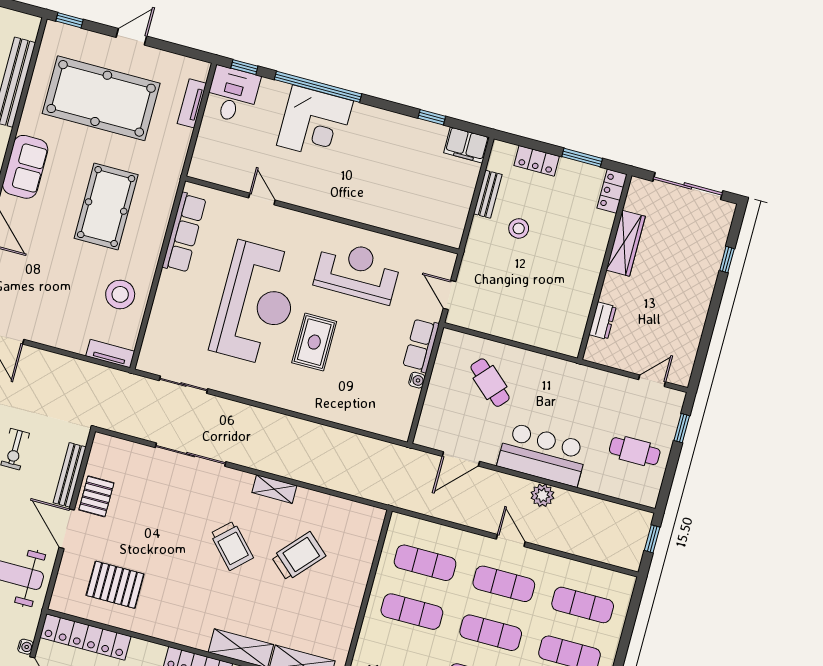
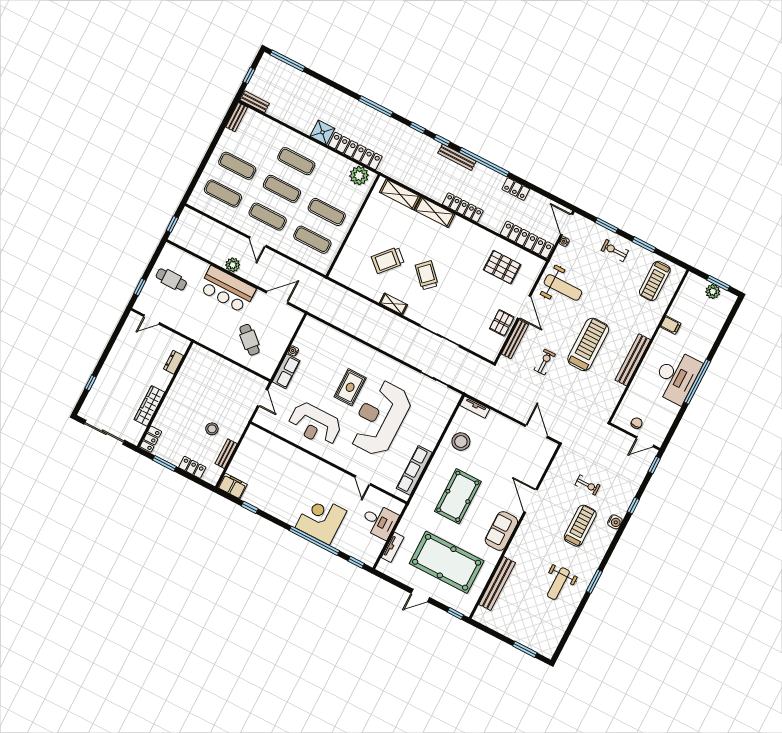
desk: (232, 95) -> (379, 521), moved, turned -90

